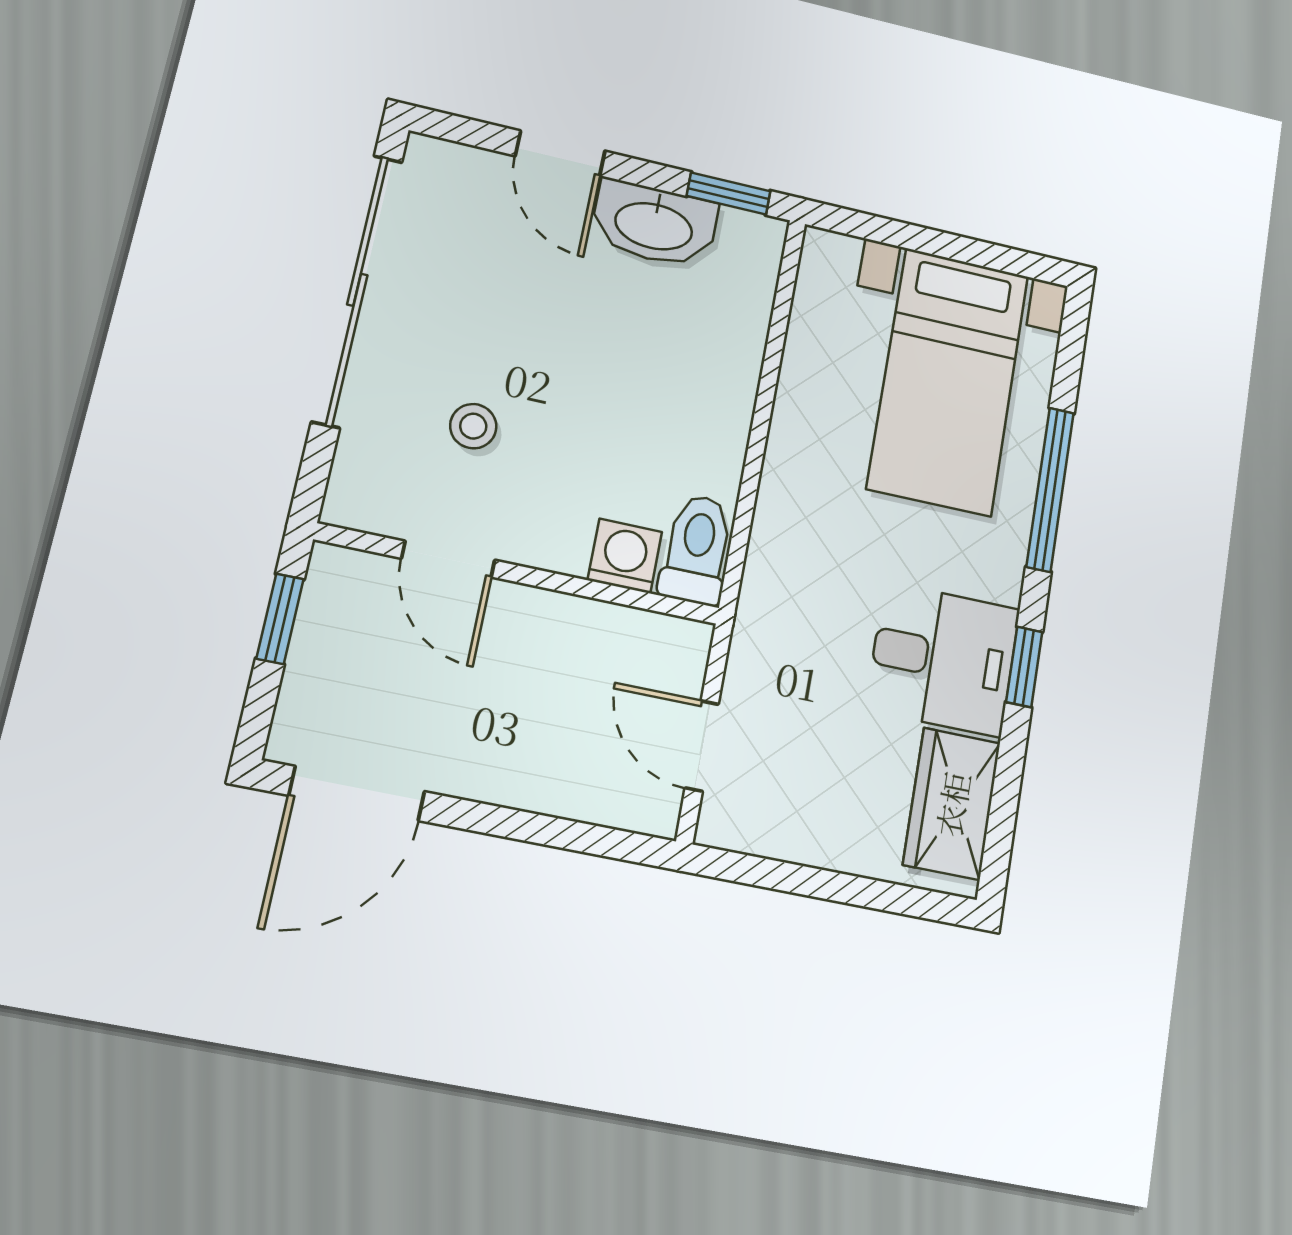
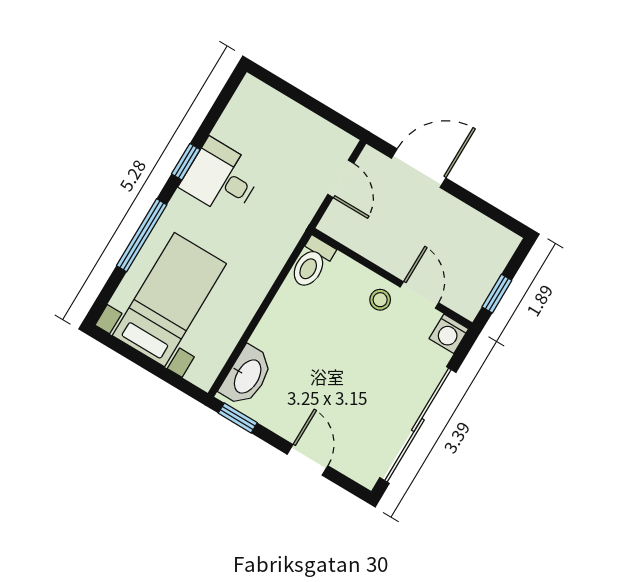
washbasin: (654, 224) -> (247, 376), moved, turned 90
stool: (473, 426) -> (380, 300), moved
washing machine: (625, 556) -> (449, 334), moved
door: (357, 794) -> (419, 168), moved
wardrobe: (952, 804) -> (242, 116), removed

